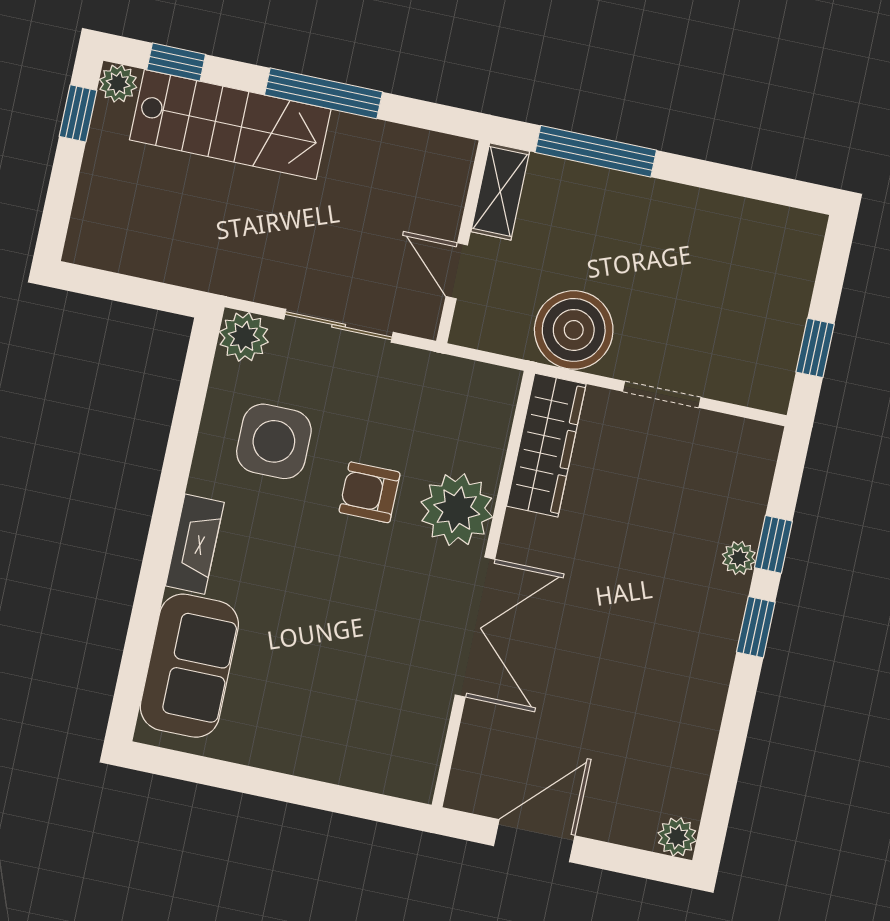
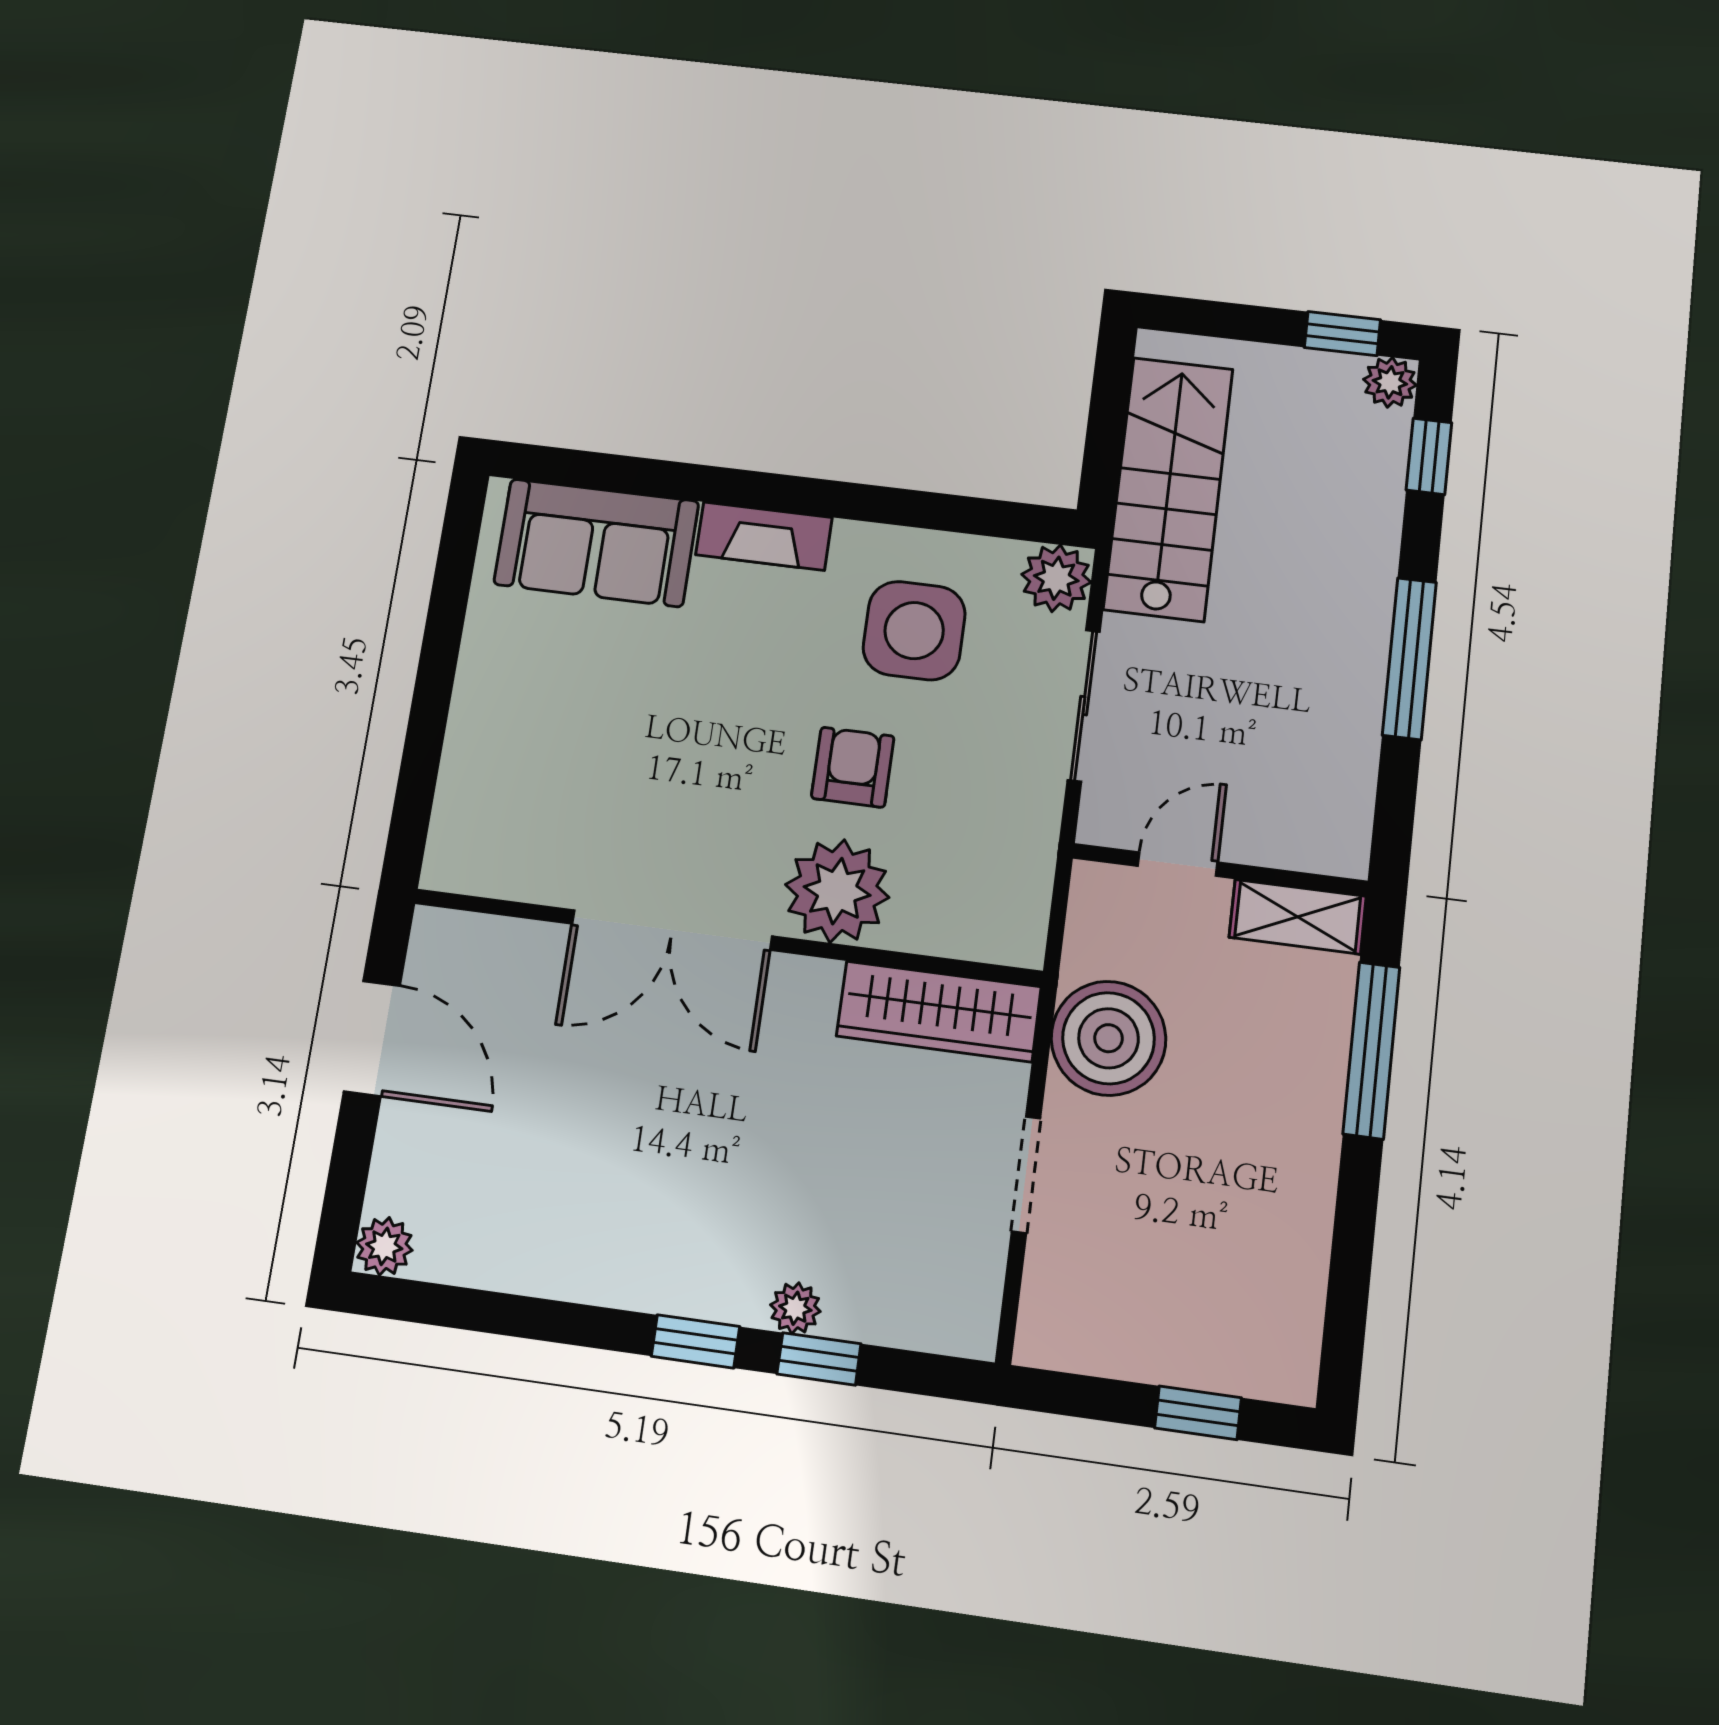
stairs: (230, 124) -> (1169, 489), moved, turned 180
window: (815, 348) -> (1198, 1413), moved

